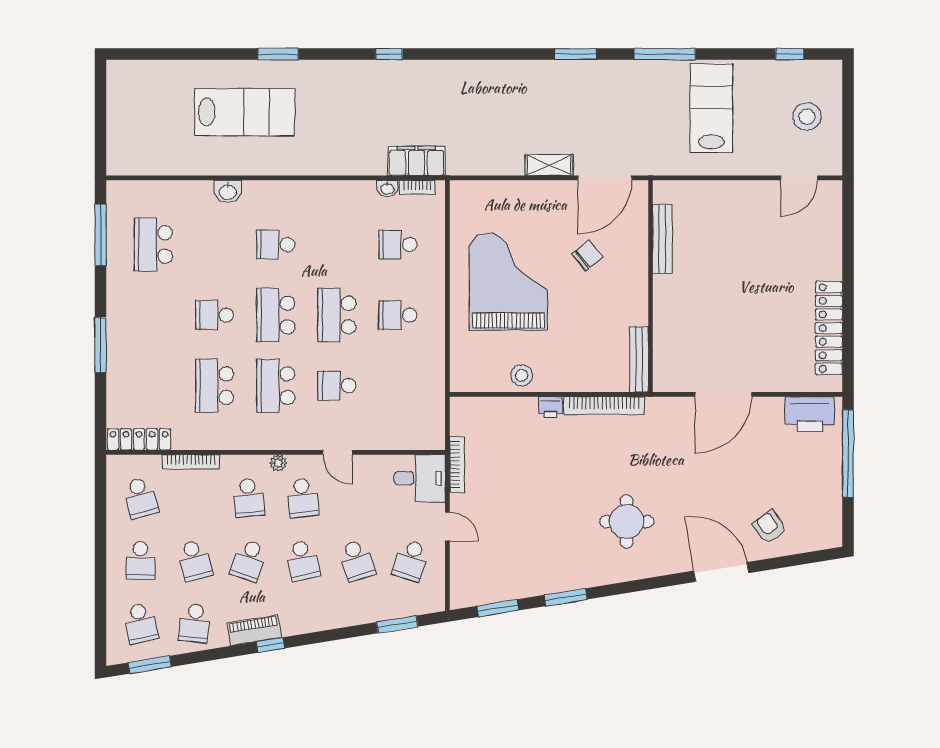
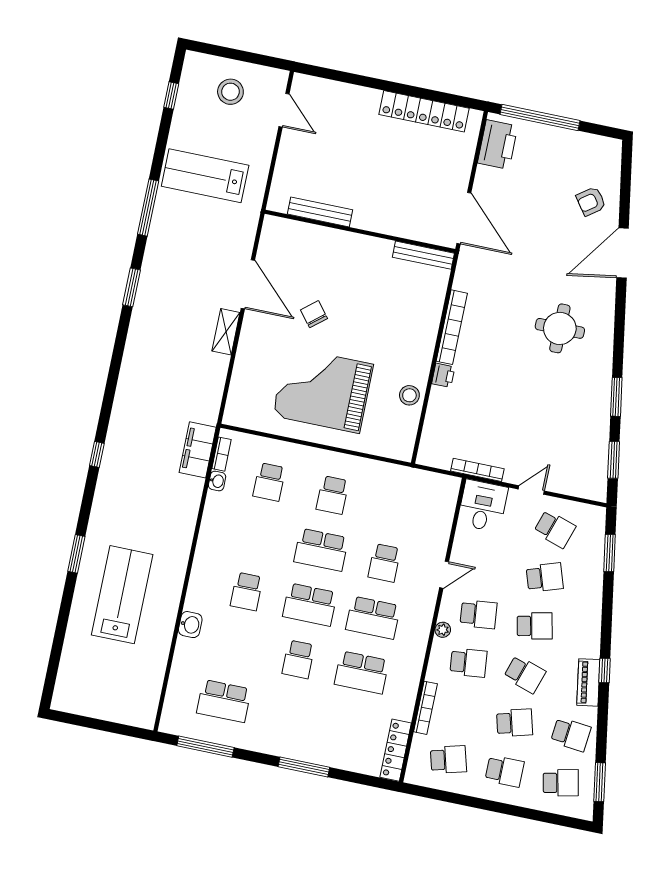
bench: (662, 239) -> (320, 212), moved
wall: (650, 286) -> (360, 231), moved
bench: (639, 359) -> (423, 255), moved

